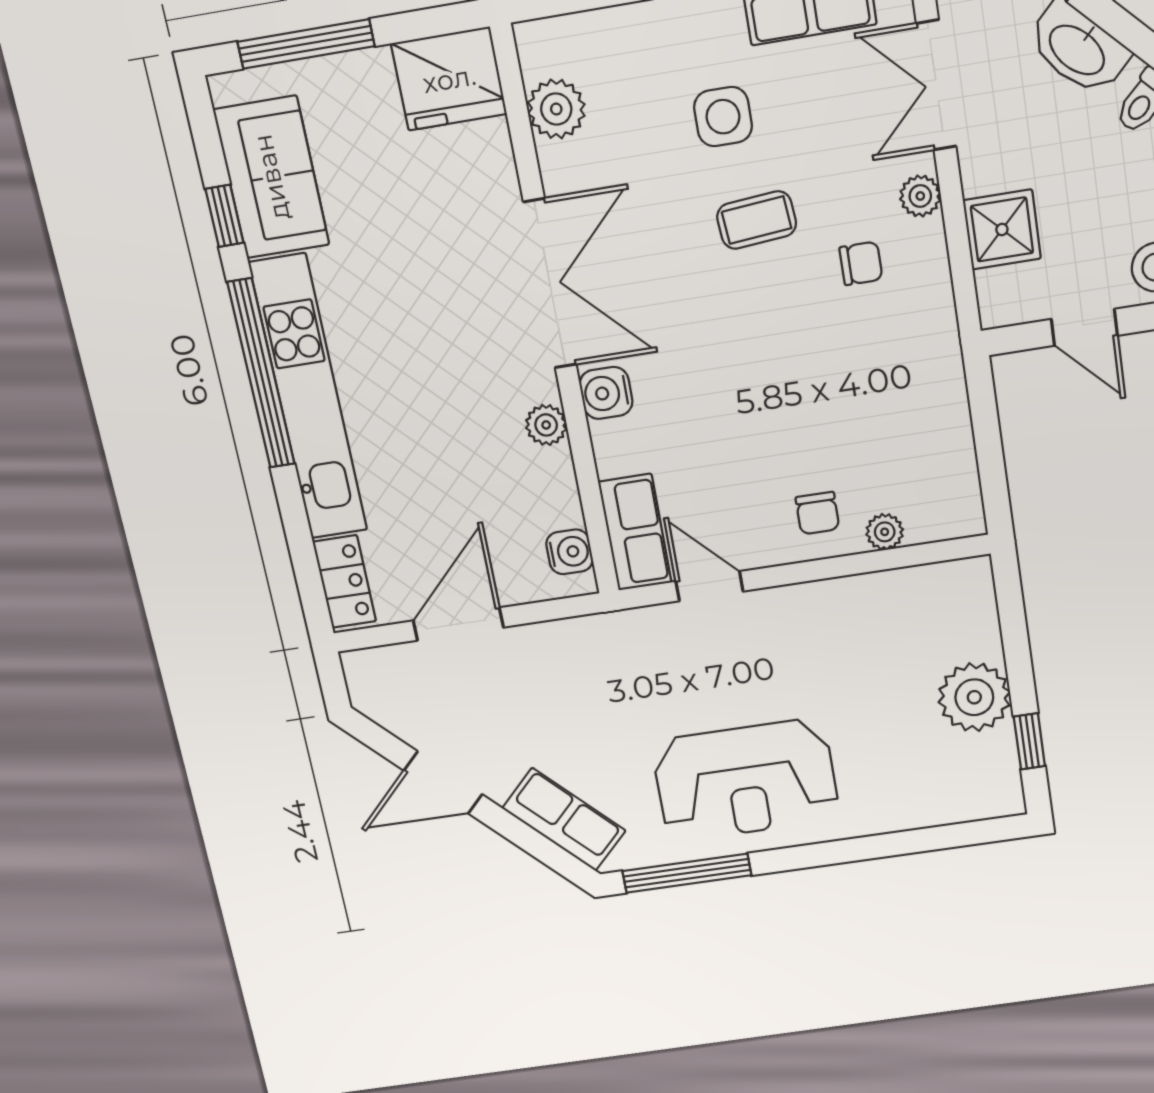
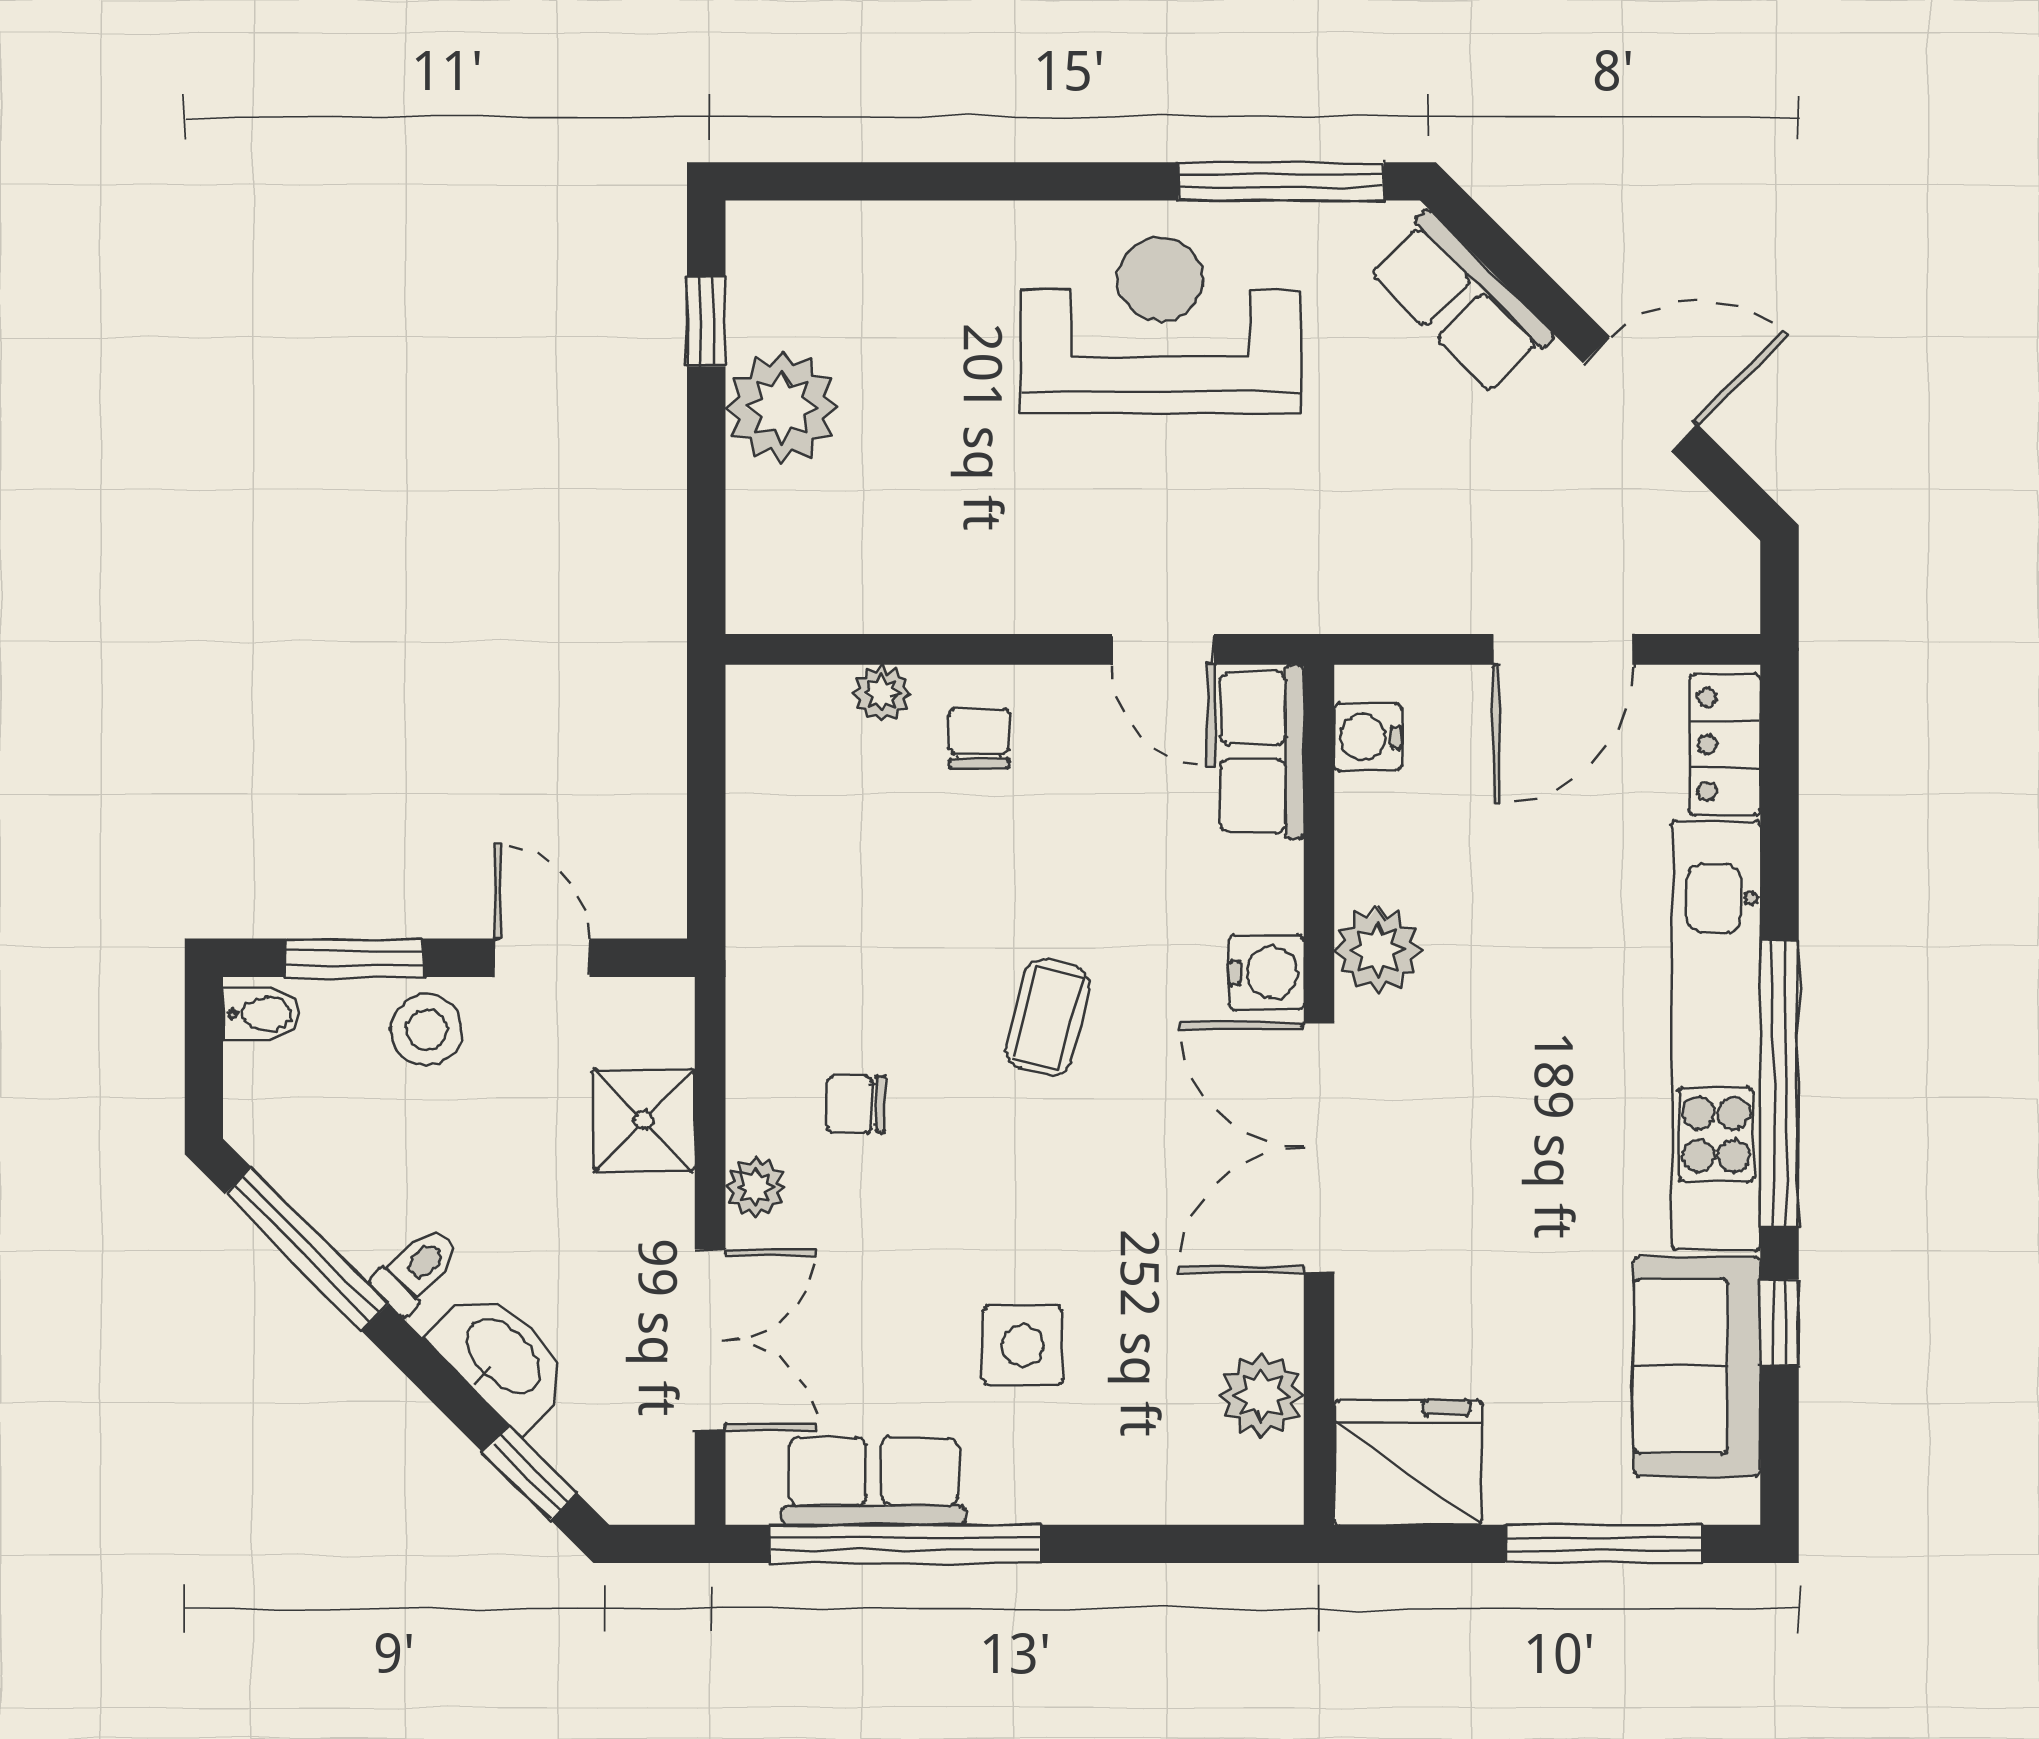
coffee table: (757, 220) -> (1048, 1017), moved, turned -71
plant: (546, 425) -> (1377, 950), width x1.38, depth x1.38

